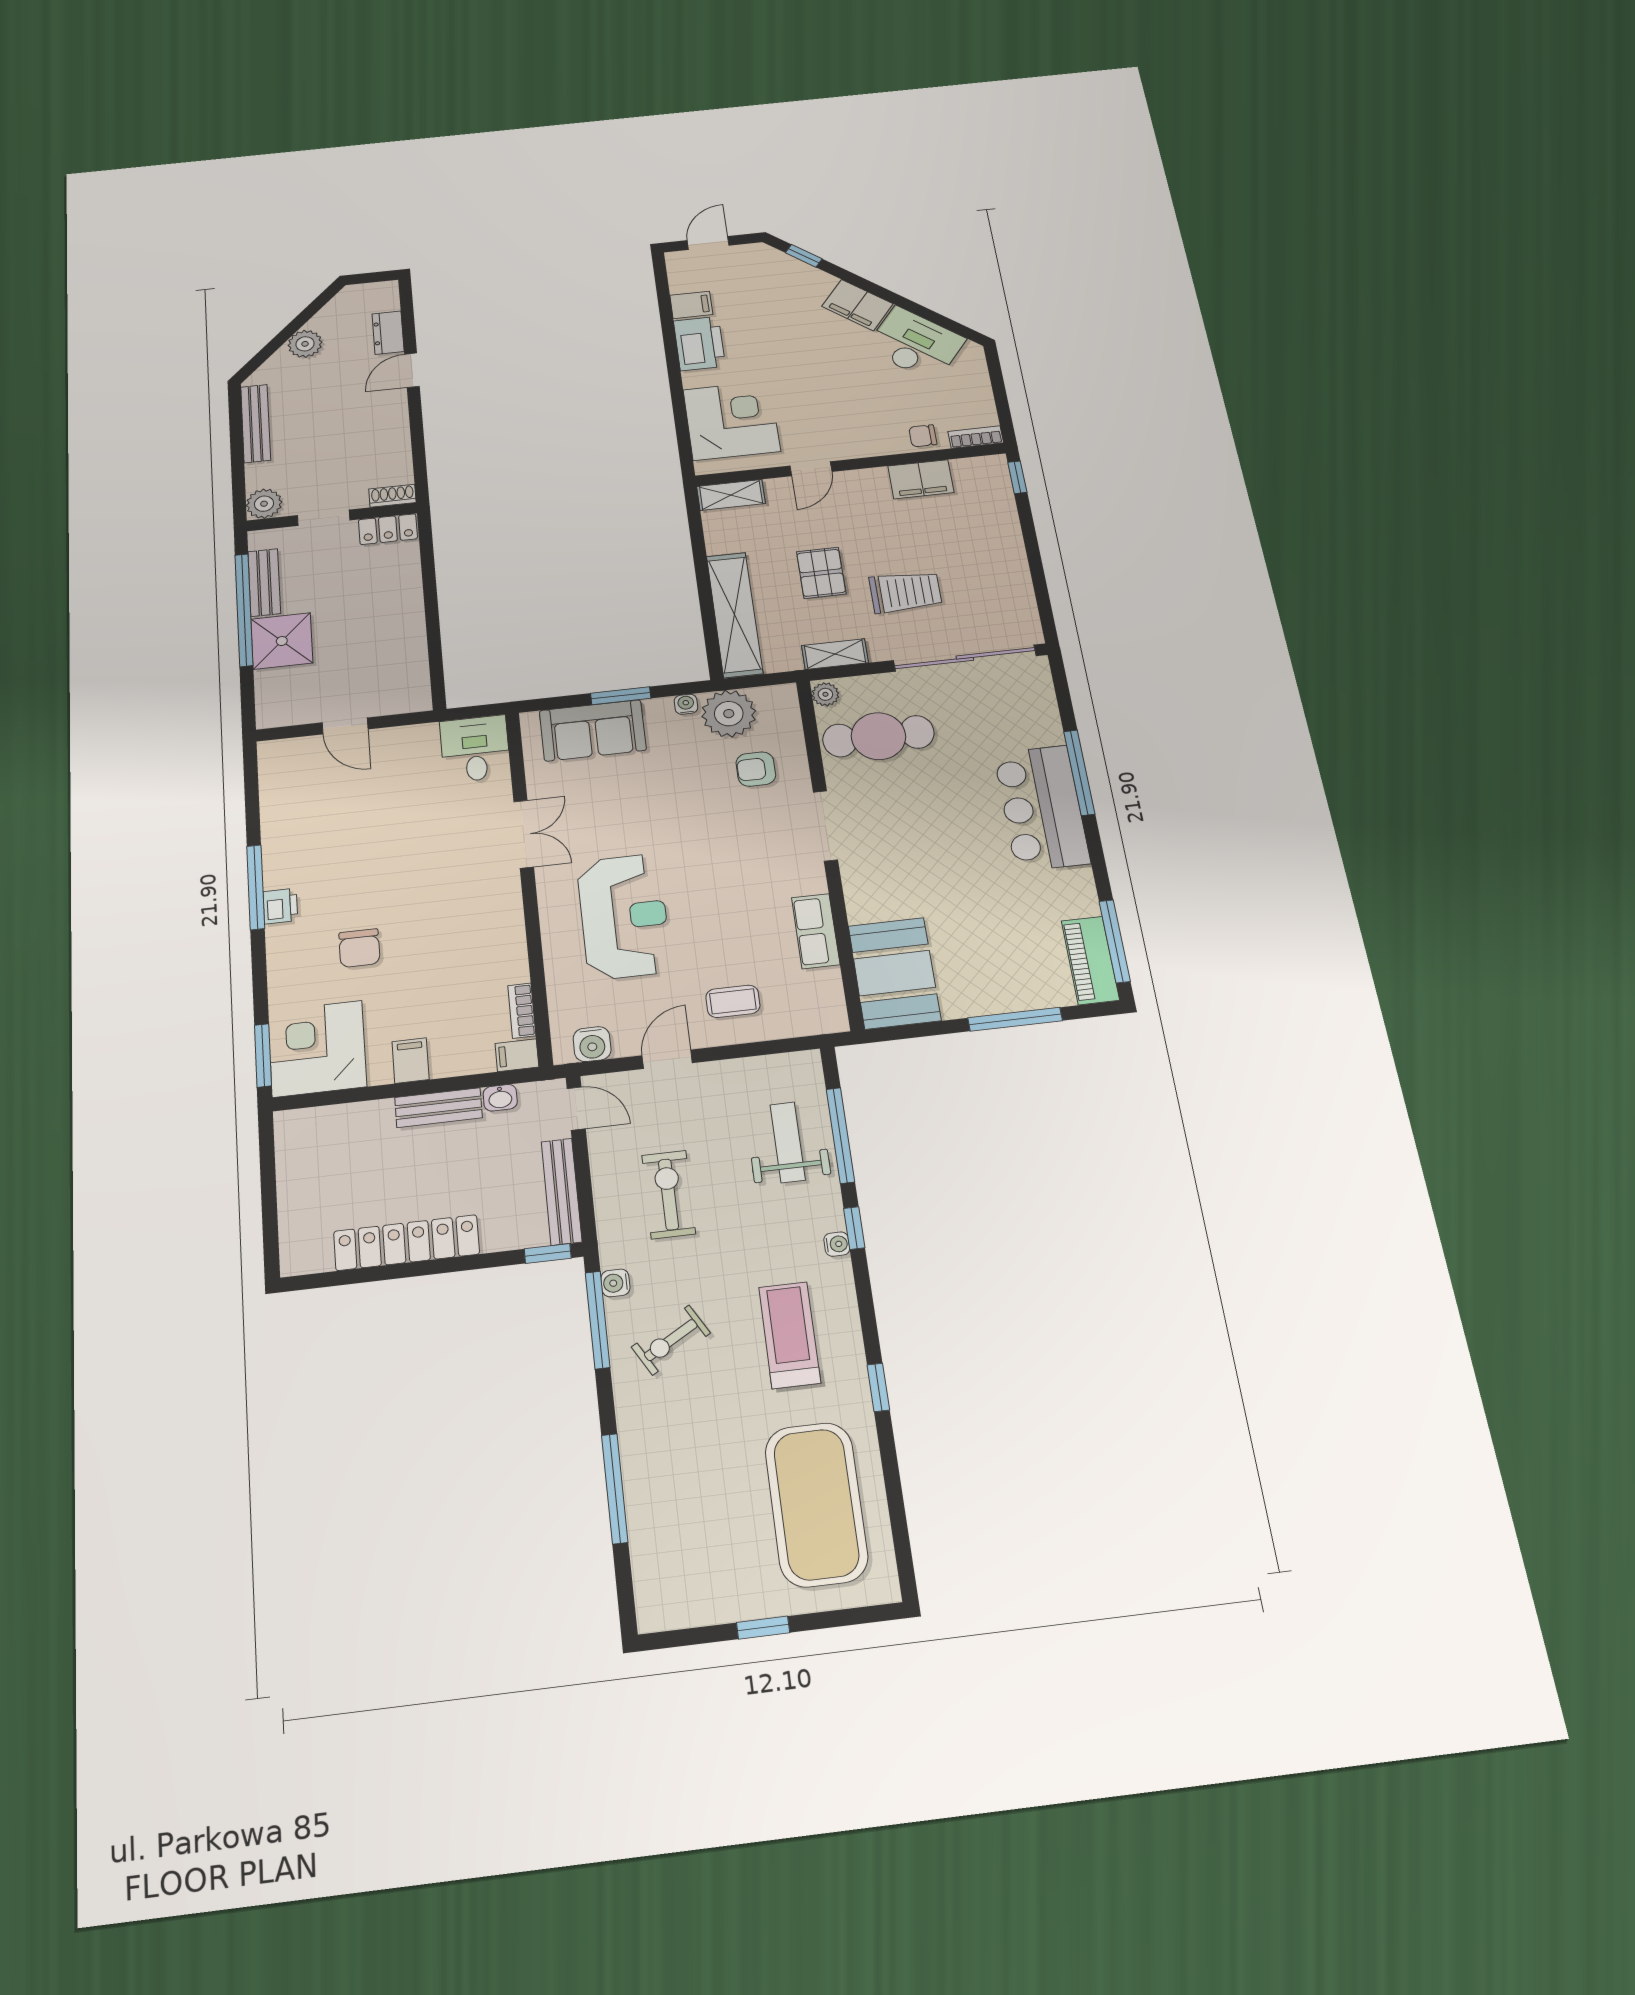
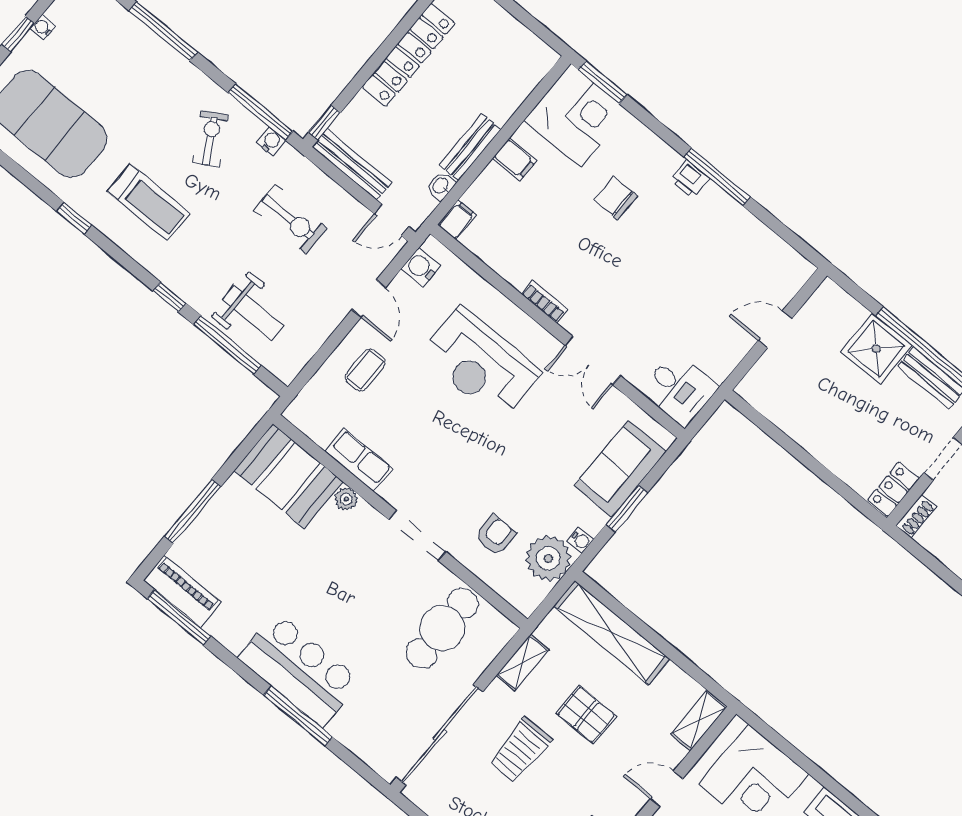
door: (811, 469) -> (666, 789), hinge flipped
plant: (825, 694) -> (346, 499), moved
bookcase: (522, 1011) -> (545, 301), moved
water cooler: (837, 1244) -> (43, 28), moved, turned 90

